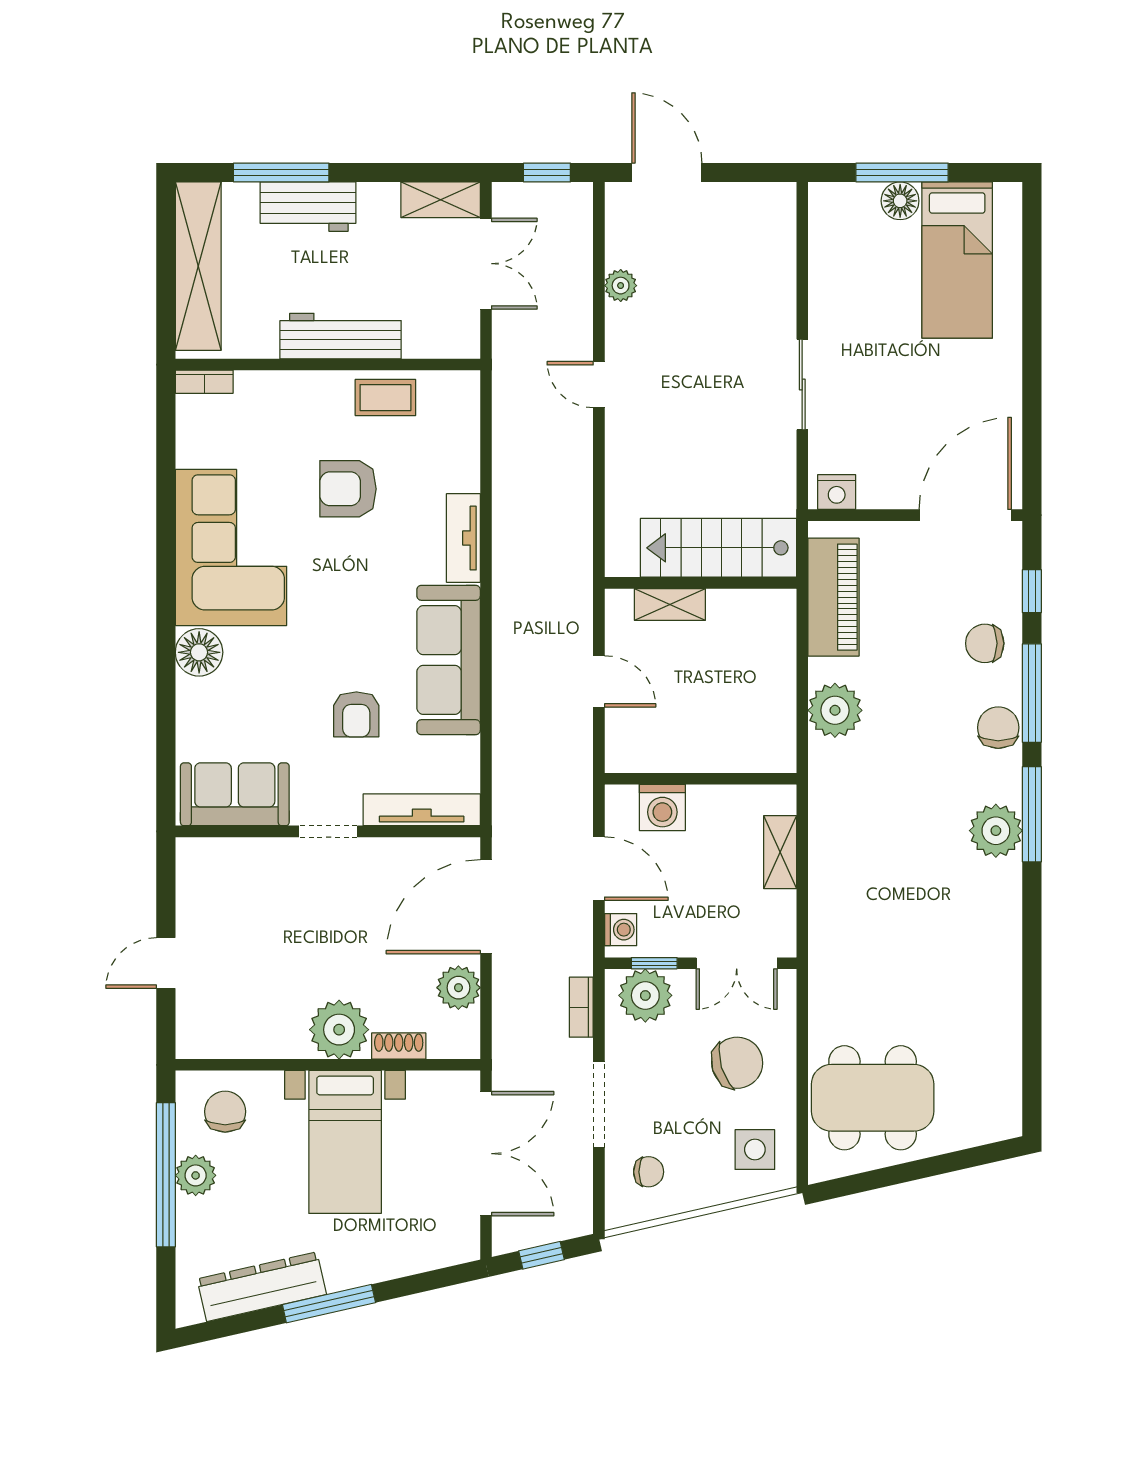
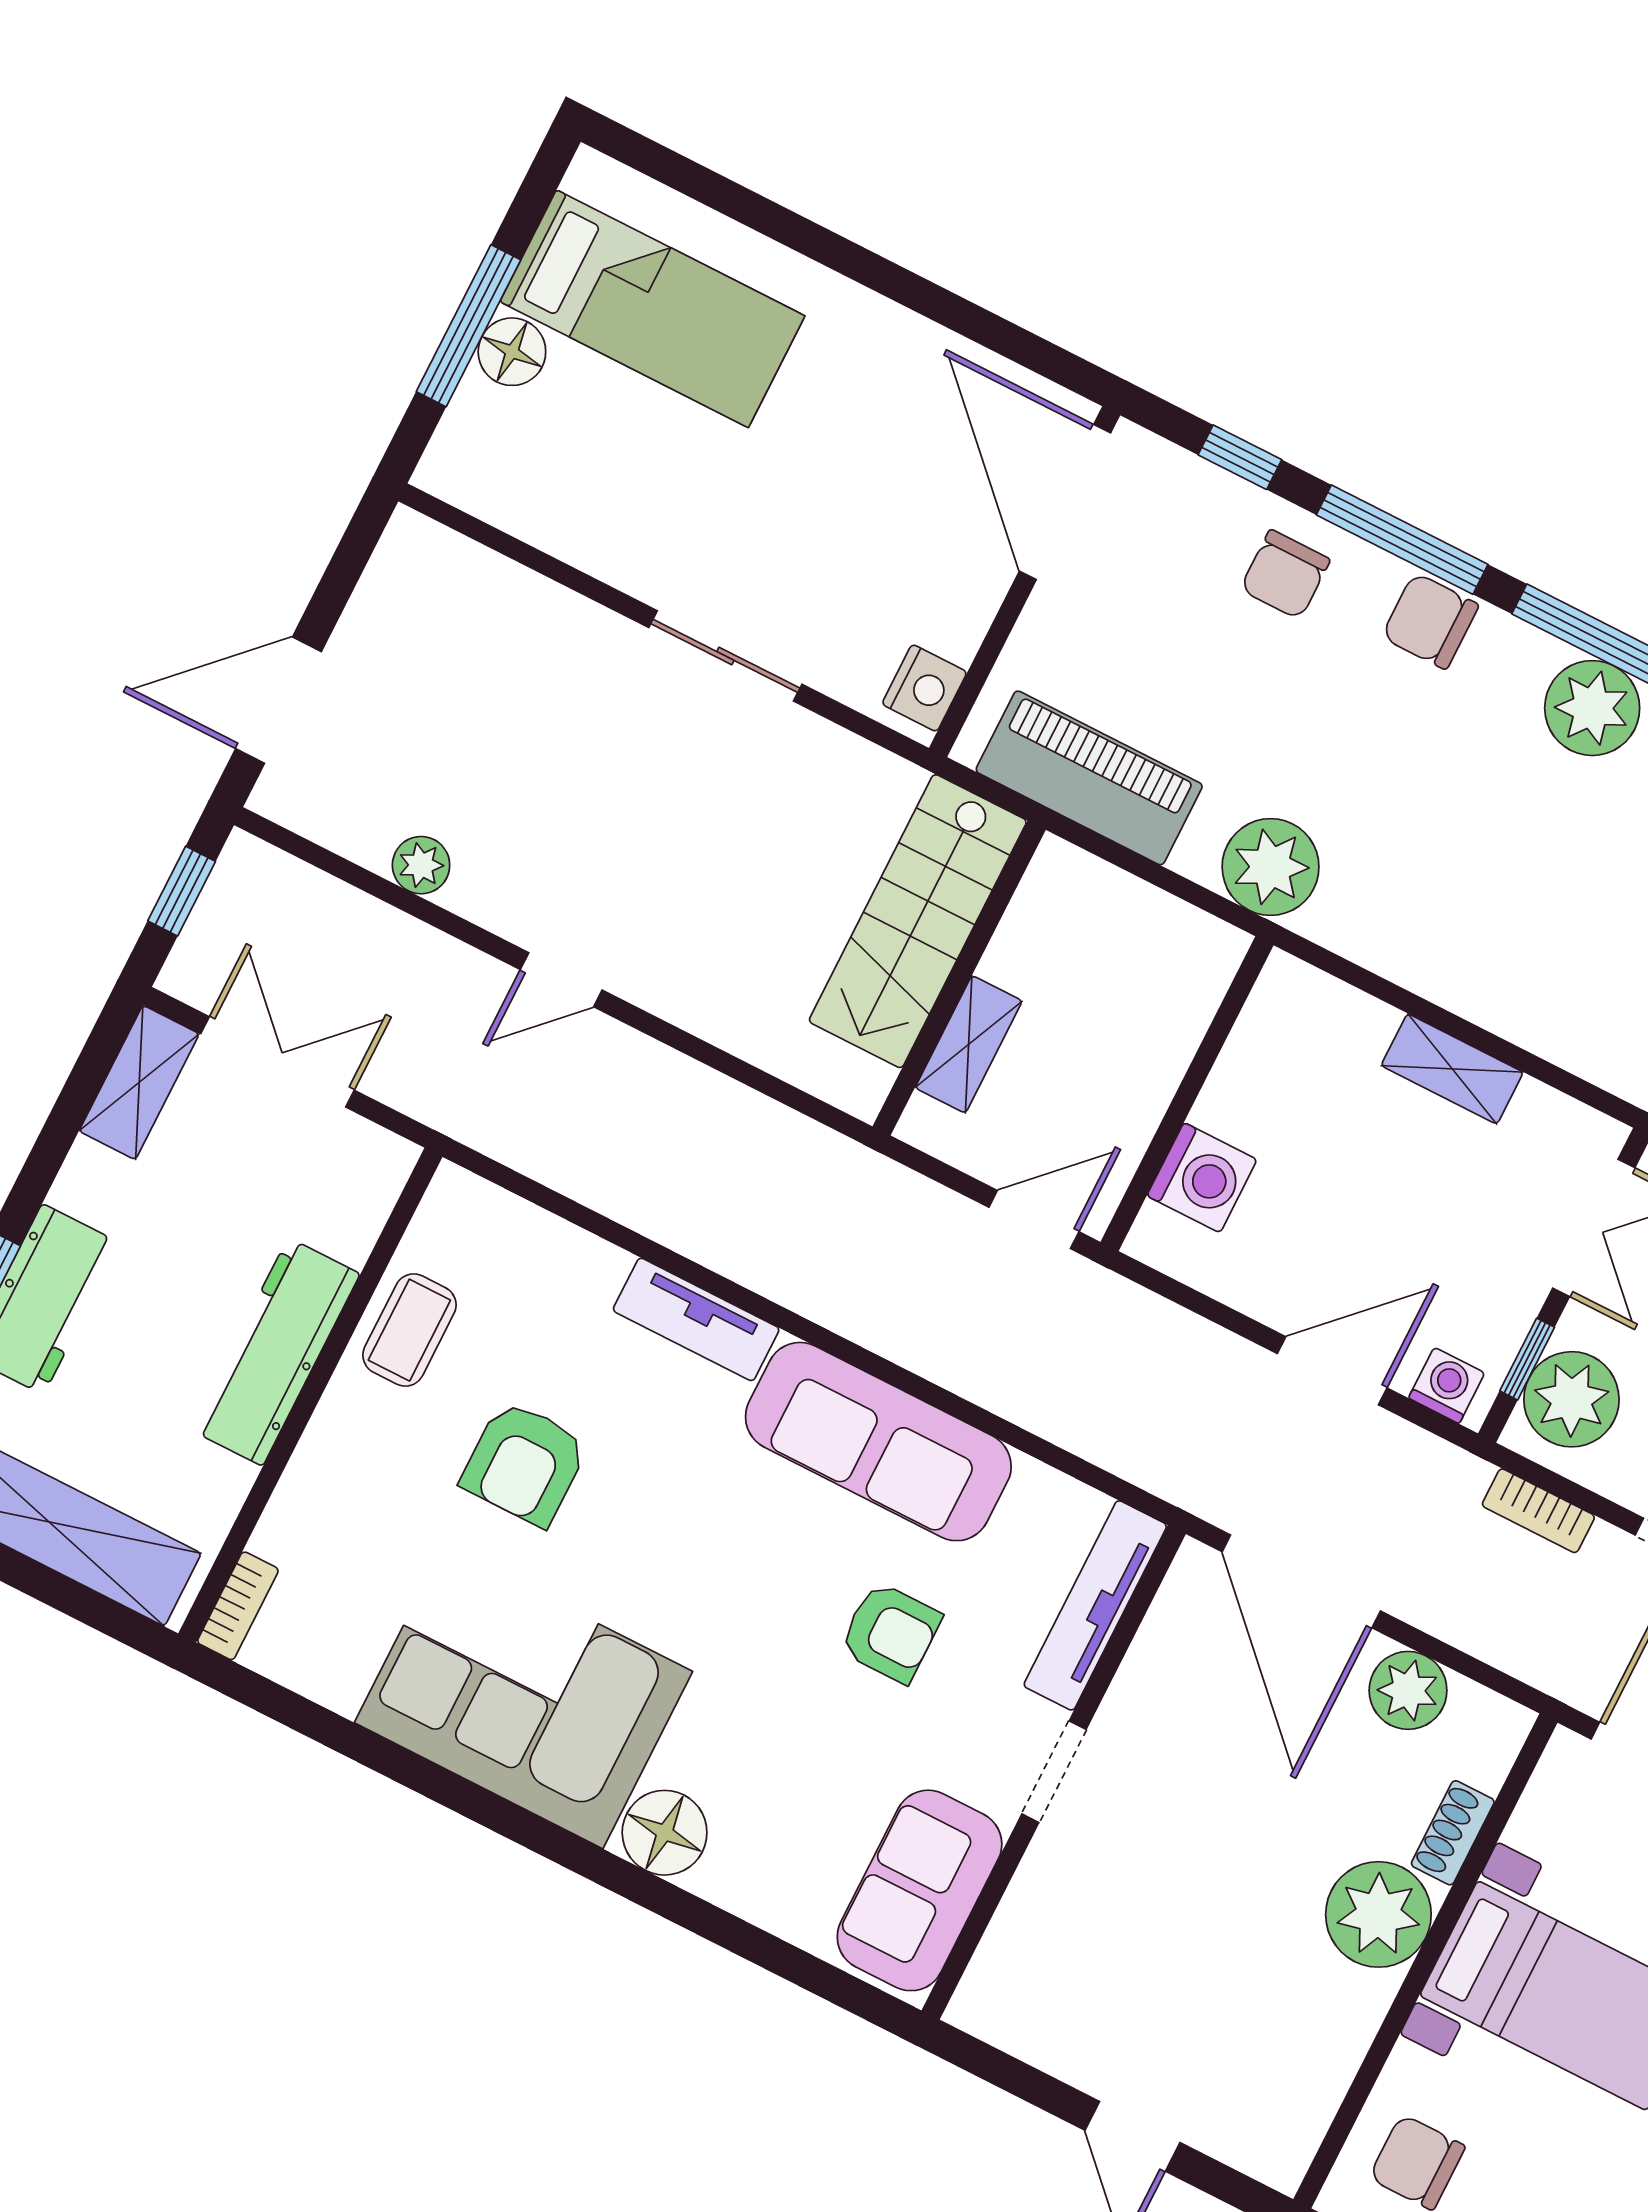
wall: (701, 779) -> (1187, 1094), moved
washing machine: (662, 807) -> (1202, 1178), moved

